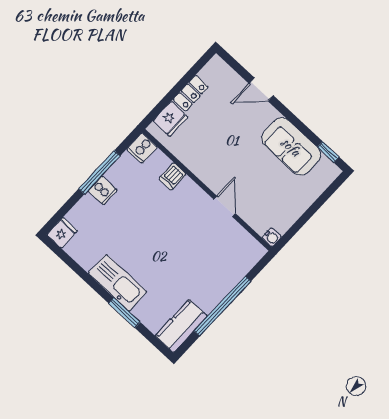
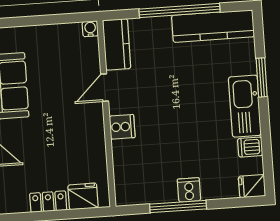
cooker: (142, 148) -> (122, 127), moved
dishwasher: (173, 176) -> (250, 147), moved, turned 180
kitchen counter: (244, 243) -> (117, 44), added
kitchen counter: (181, 326) -> (213, 26), width x1.50

